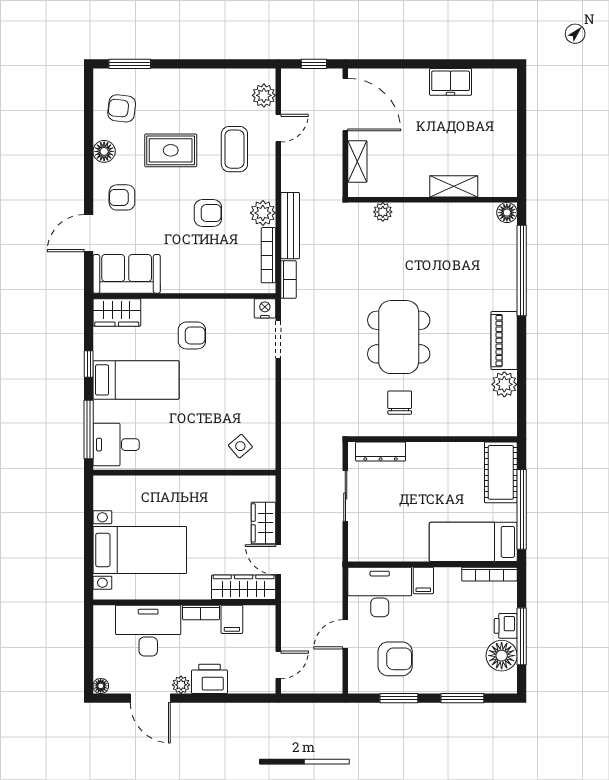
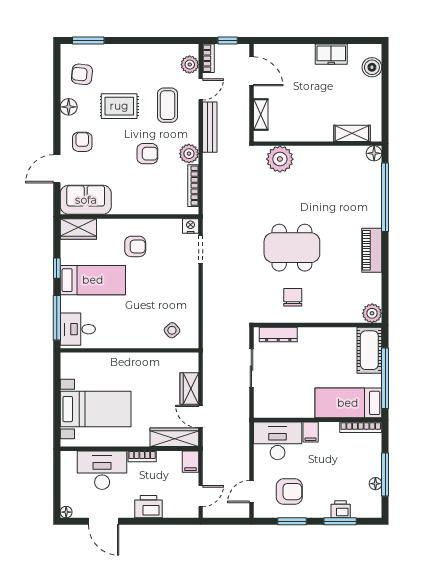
boiler: (504, 99) -> (372, 67), added
door: (345, 104) -> (251, 71), width x0.73
shelving: (454, 186) -> (352, 133), moved
armchair: (122, 197) -> (82, 142), turned 90
plant: (383, 212) -> (280, 159), width x1.88, depth x1.88
bench: (290, 226) -> (210, 127), moved
bookcase: (288, 280) -> (208, 58), moved
dining table: (399, 337) -> (292, 248), turned 90
plant: (504, 384) -> (372, 313), moved
filing cabinet: (232, 619) -> (190, 462), moved
printer: (506, 626) -> (341, 509), moved, turned 90
door: (345, 634) -> (251, 492), moved
floor lamp: (502, 656) -> (375, 484), width x0.53, depth x0.53
plant: (181, 685) -> (127, 511), removed

